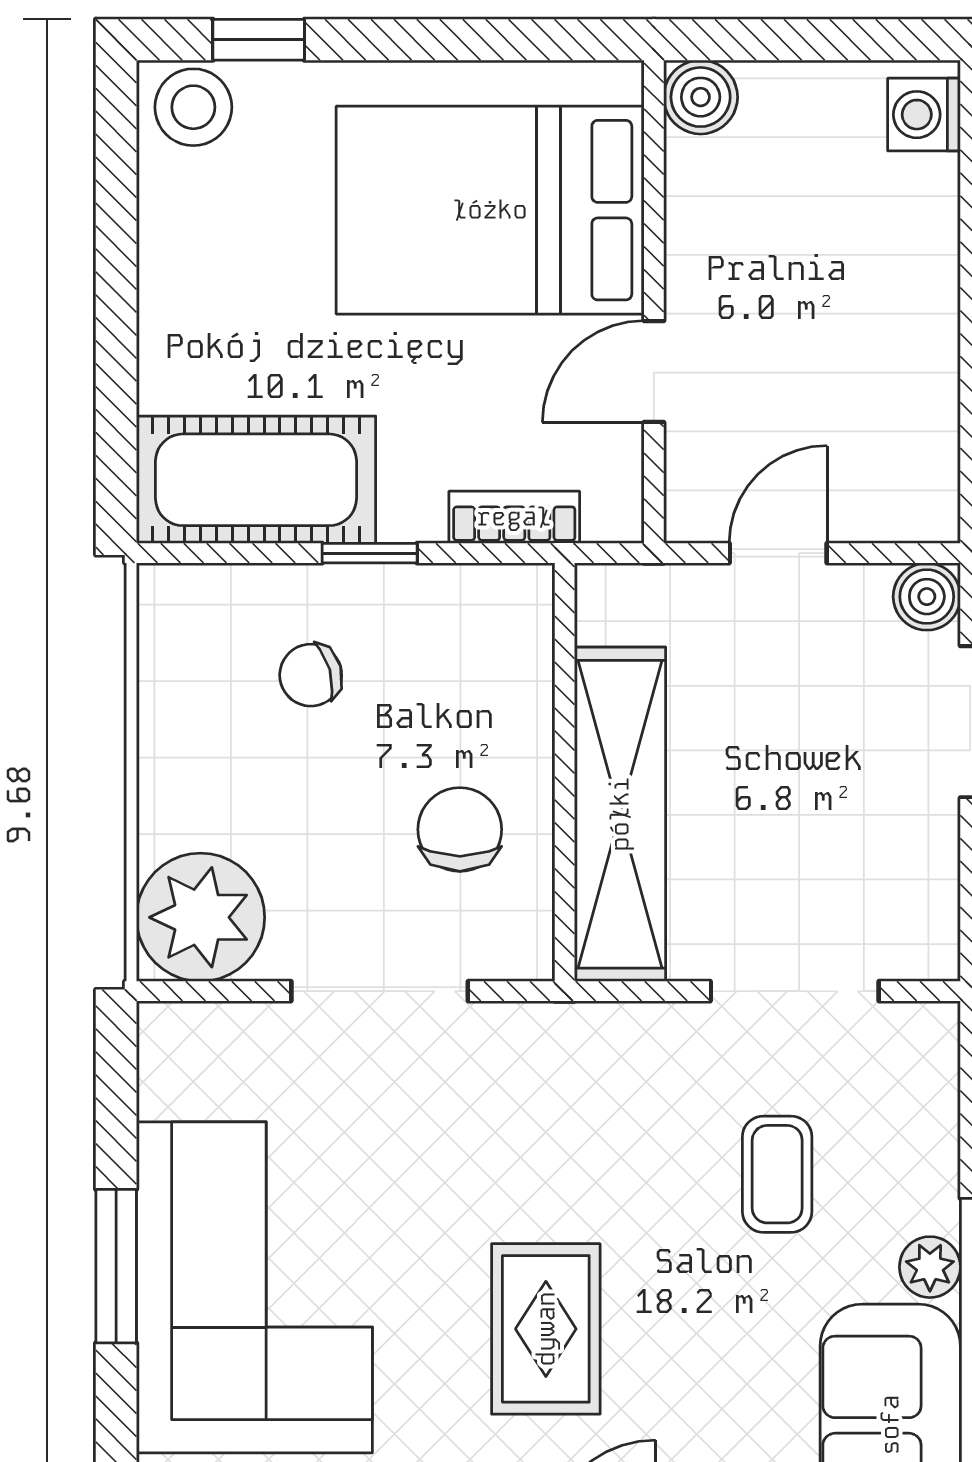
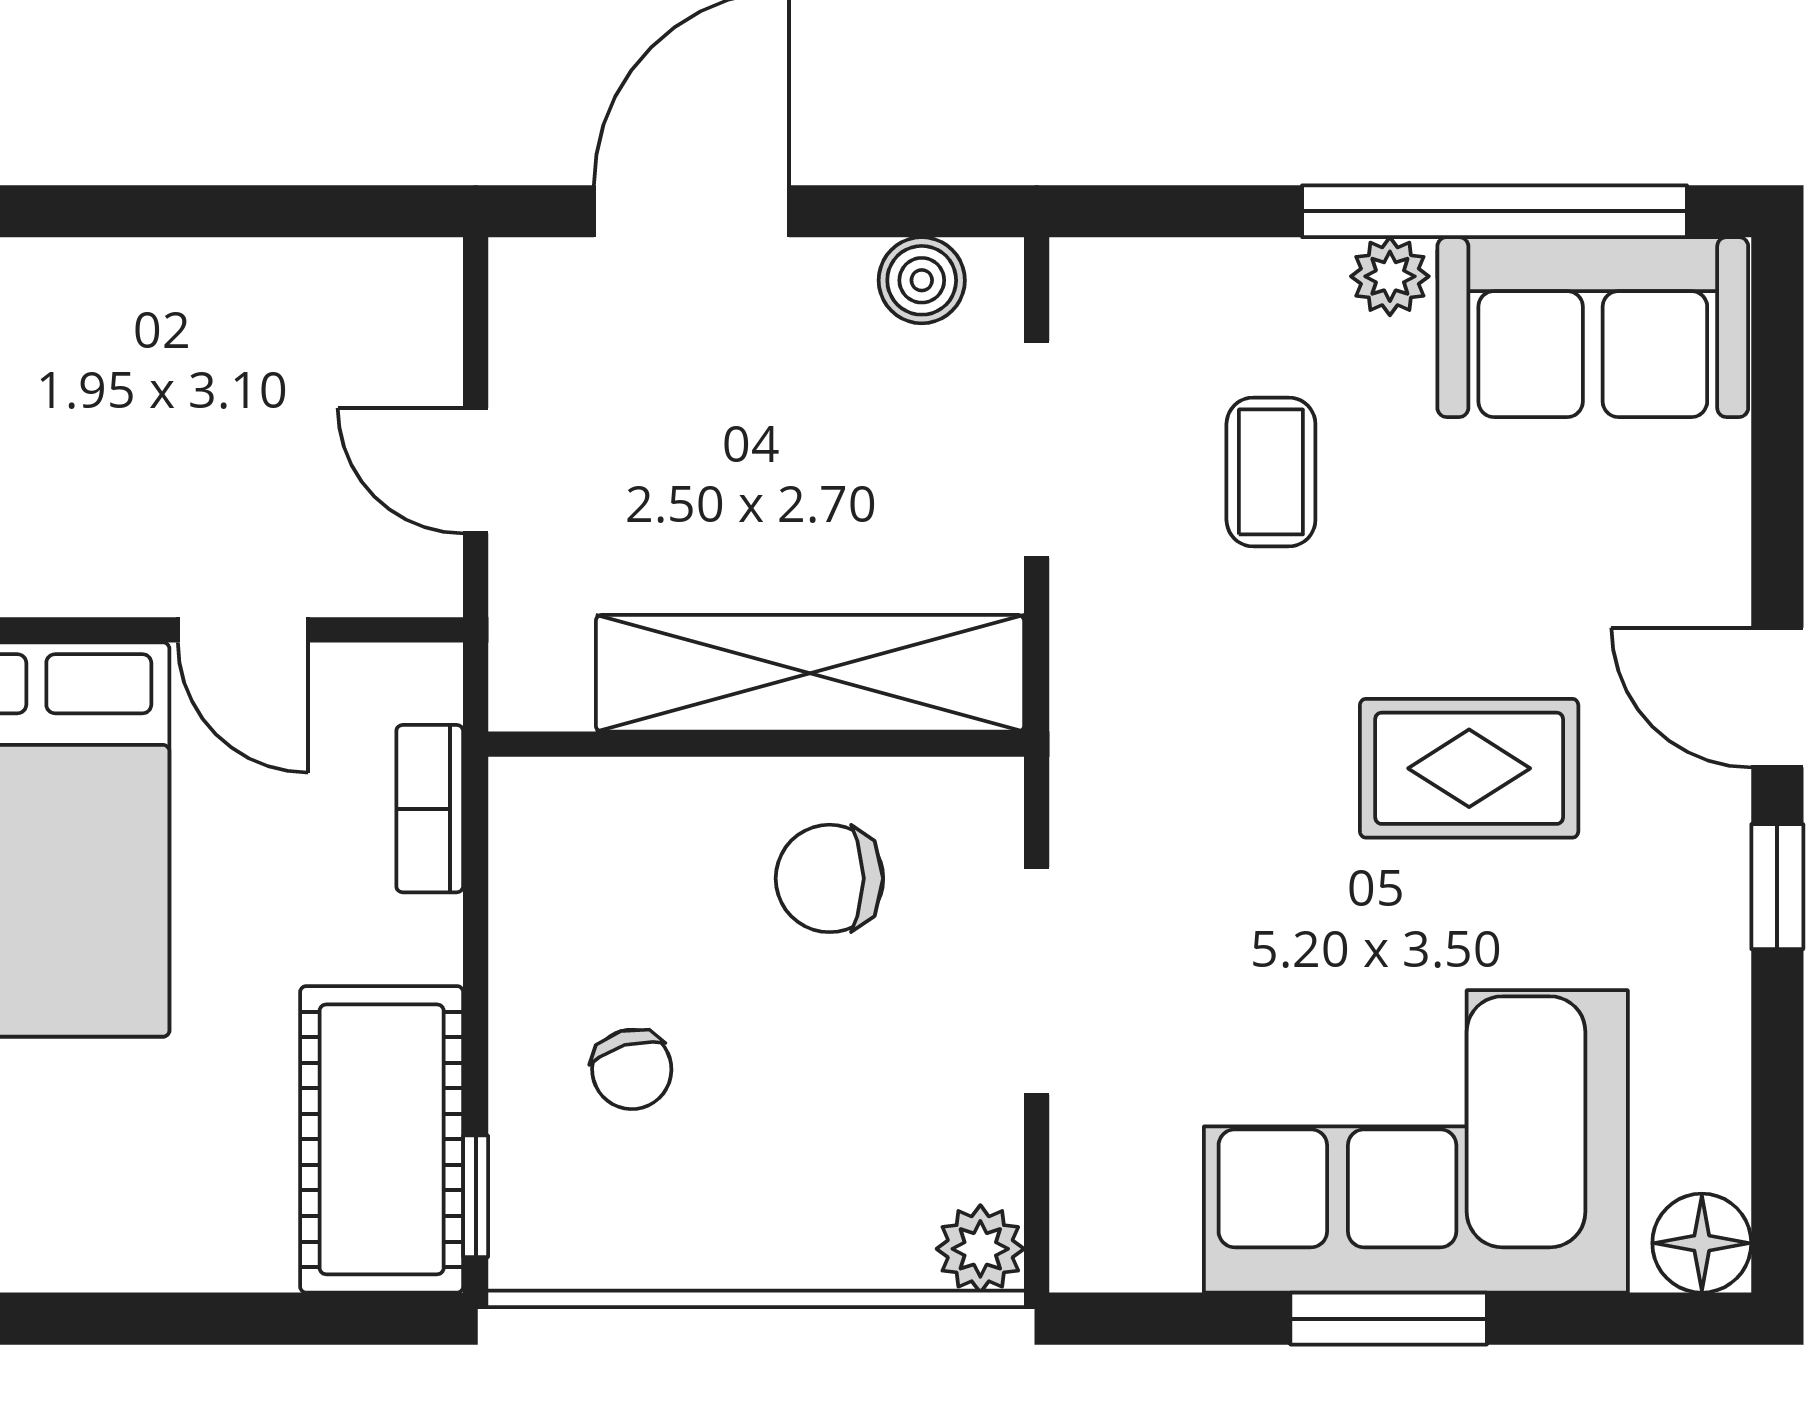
window: (370, 553) -> (476, 1196), moved
boiler: (927, 597) -> (922, 280), moved
plant: (201, 917) -> (980, 1249), width x0.53, depth x0.53
coffee table: (777, 1174) -> (1271, 472), turned 90

